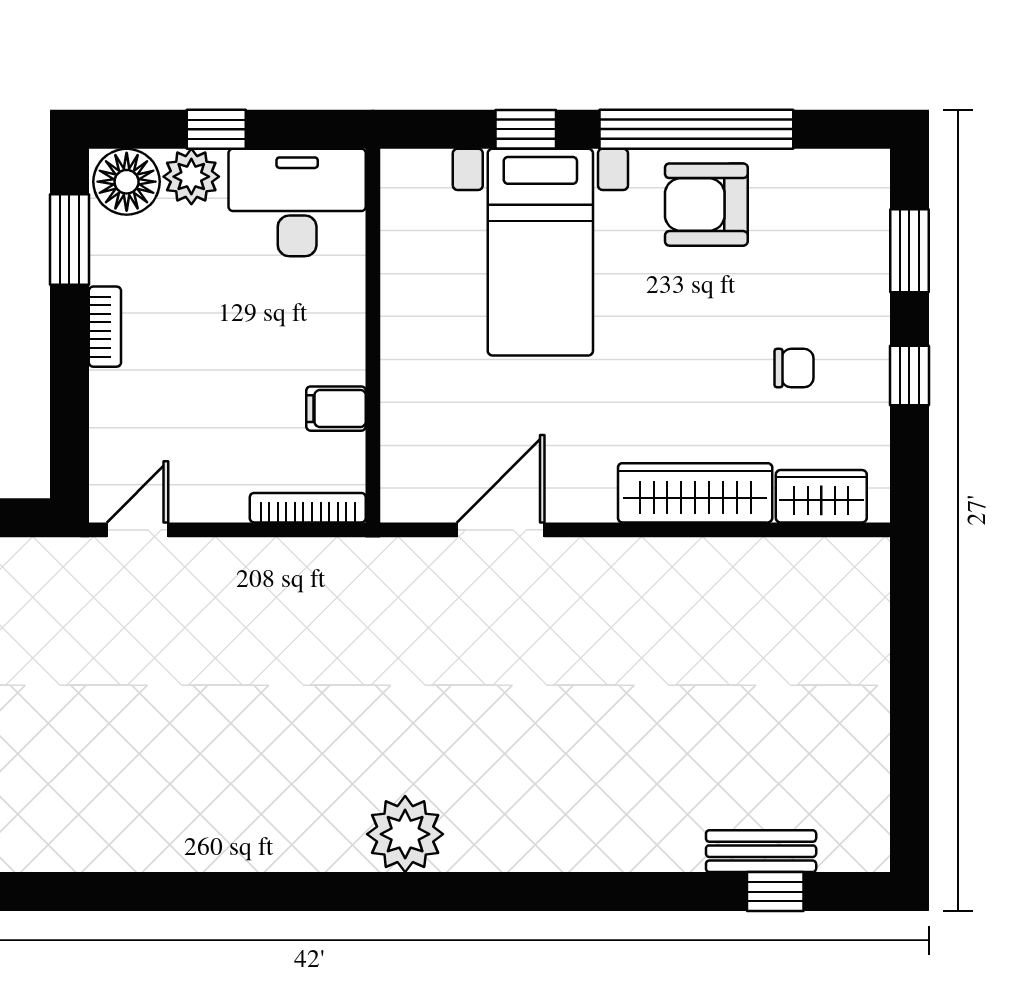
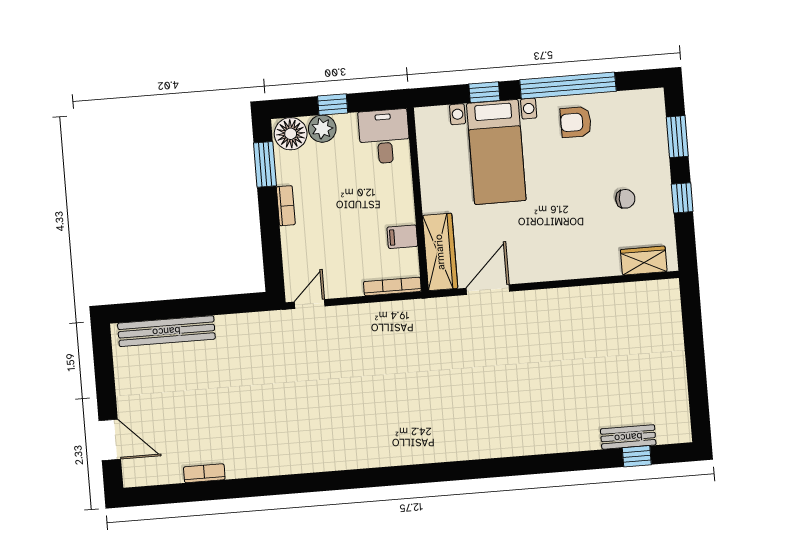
desk: (297, 202) -> (384, 136), width x0.73
armchair: (706, 205) -> (576, 122), width x0.72, depth x0.72
wardrobe: (695, 493) -> (440, 252), moved, turned 90
plant: (405, 834) -> (453, 443), removed

